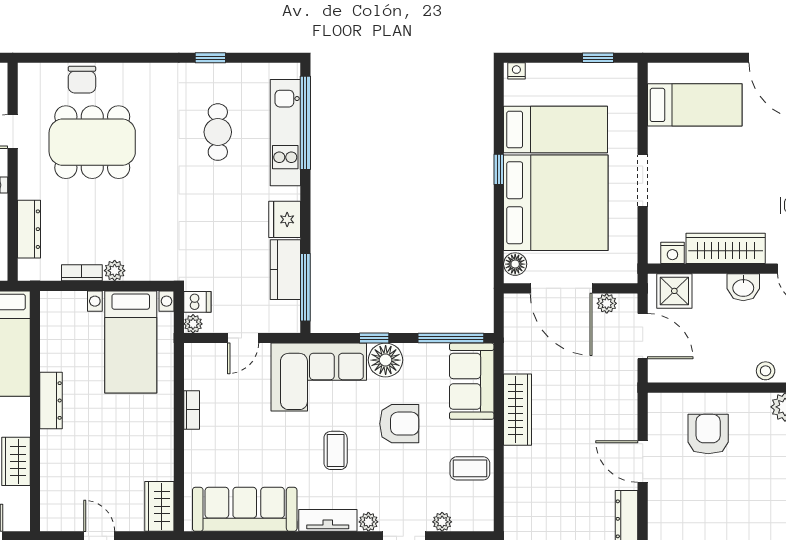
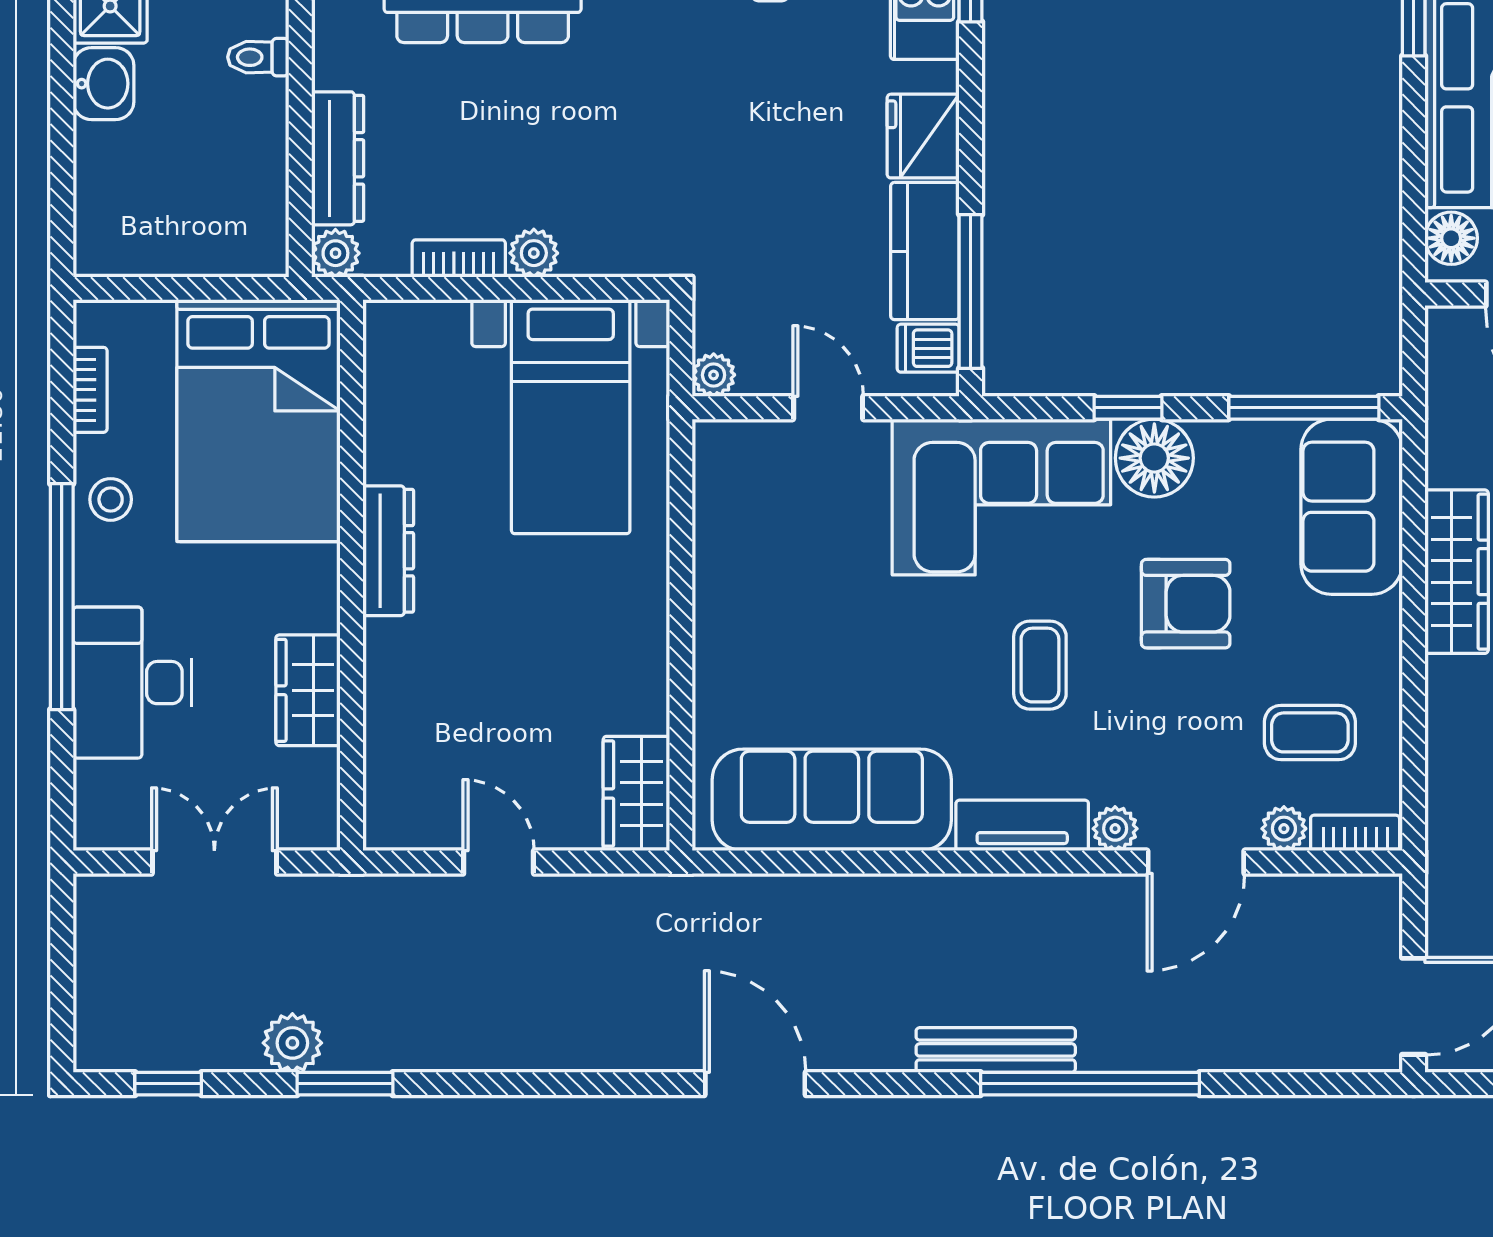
plant: (28, 271) -> (335, 253), added
dishwasher: (197, 302) -> (928, 348), moved, turned 180
door: (243, 338) -> (828, 408), swing flipped
bookcase: (192, 410) -> (1355, 833), moved, turned -90
coffee table: (470, 468) -> (1310, 732), moved

